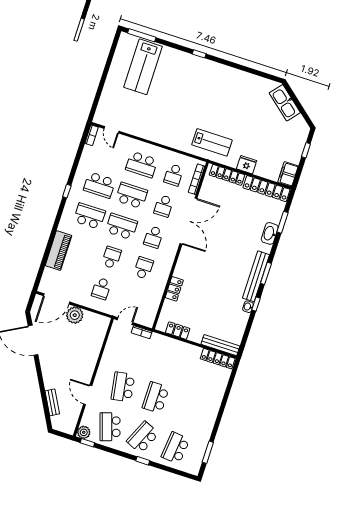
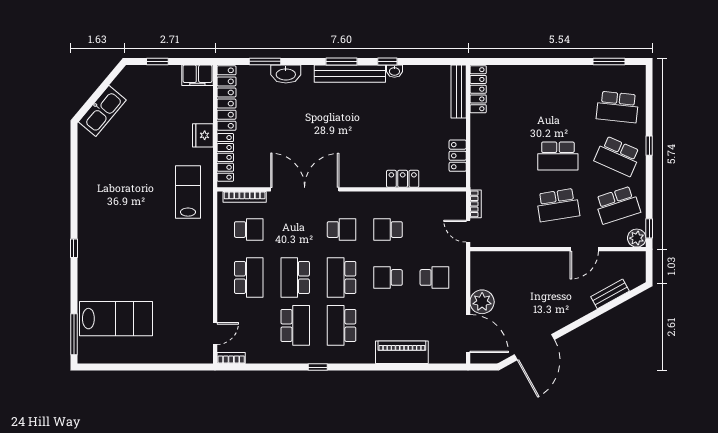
school desk: (164, 206) -> (295, 230), removed

